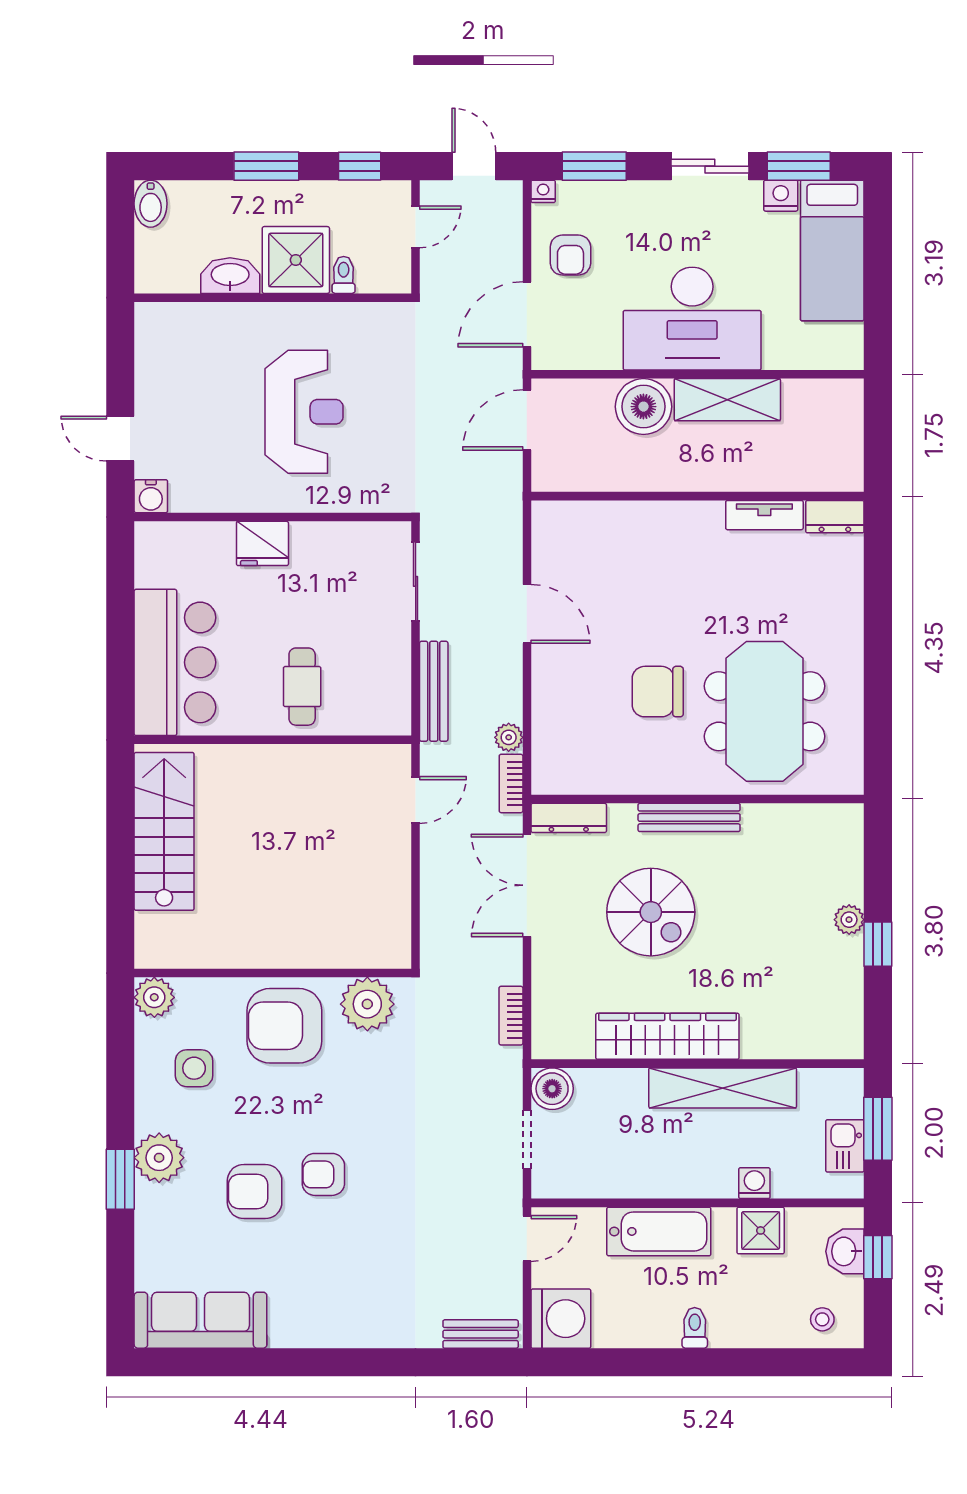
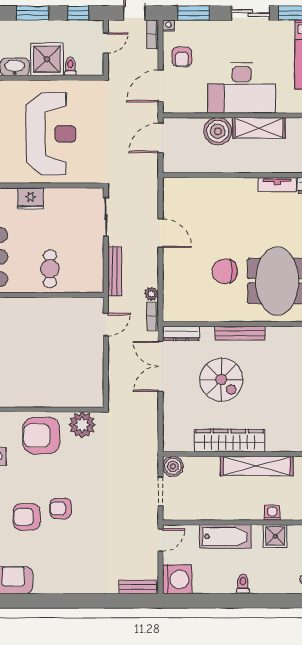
nightstand: (781, 196) -> (285, 28), removed
reception desk: (304, 412) -> (51, 134), width x1.36, depth x1.30
bookcase: (511, 1016) -> (153, 34), moved

